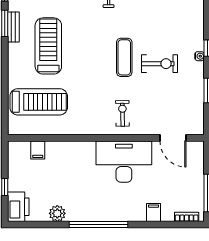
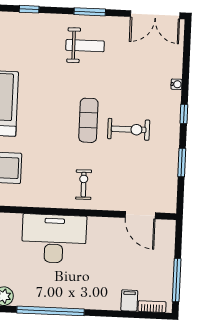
water cooler: (200, 56) -> (177, 84), moved
desk: (124, 162) -> (54, 239), moved
filing cabinet: (154, 213) -> (129, 301), moved

